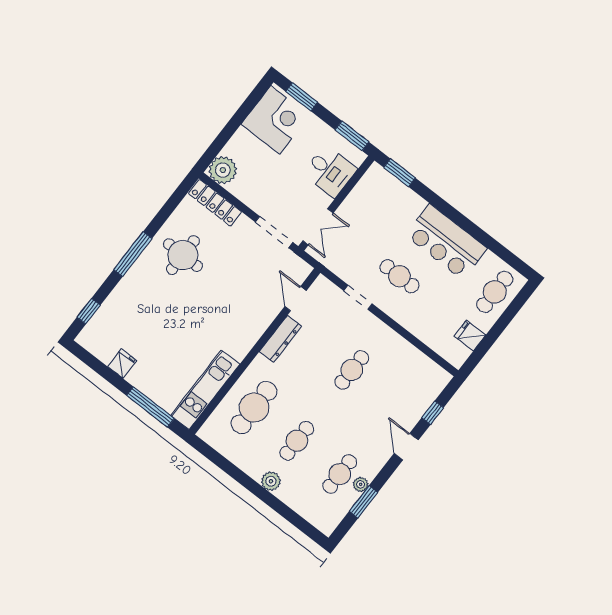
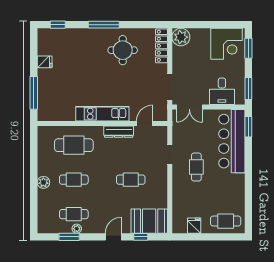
bar counter: (446, 242) -> (232, 141), moved, width x1.36
booth: (421, 387) -> (149, 221), added
kitchen unit: (205, 390) -> (102, 114), moved

